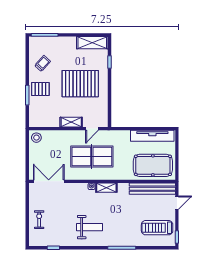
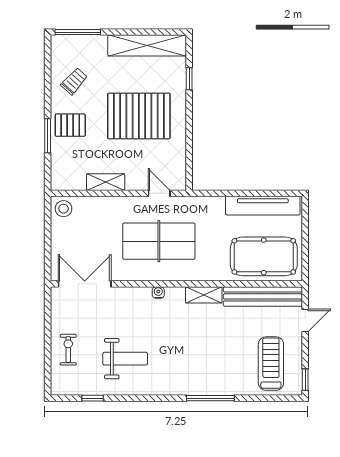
shelving: (92, 43) -> (147, 45), width x1.47
shelving: (71, 122) -> (106, 182), moved
door: (92, 129) -> (159, 193), swing flipped
shelving: (106, 188) -> (204, 295), moved
weight bench: (89, 227) -> (125, 359), moved
treadmill: (157, 228) -> (271, 364), turned 90

